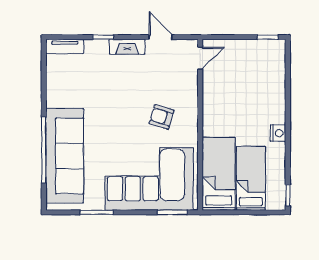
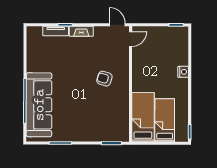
door: (161, 37) -> (117, 25), moved
tv unit: (65, 46) -> (56, 31), moved
nightstand: (278, 133) -> (183, 72), moved
corner sofa: (149, 179) -> (96, 121), removed

